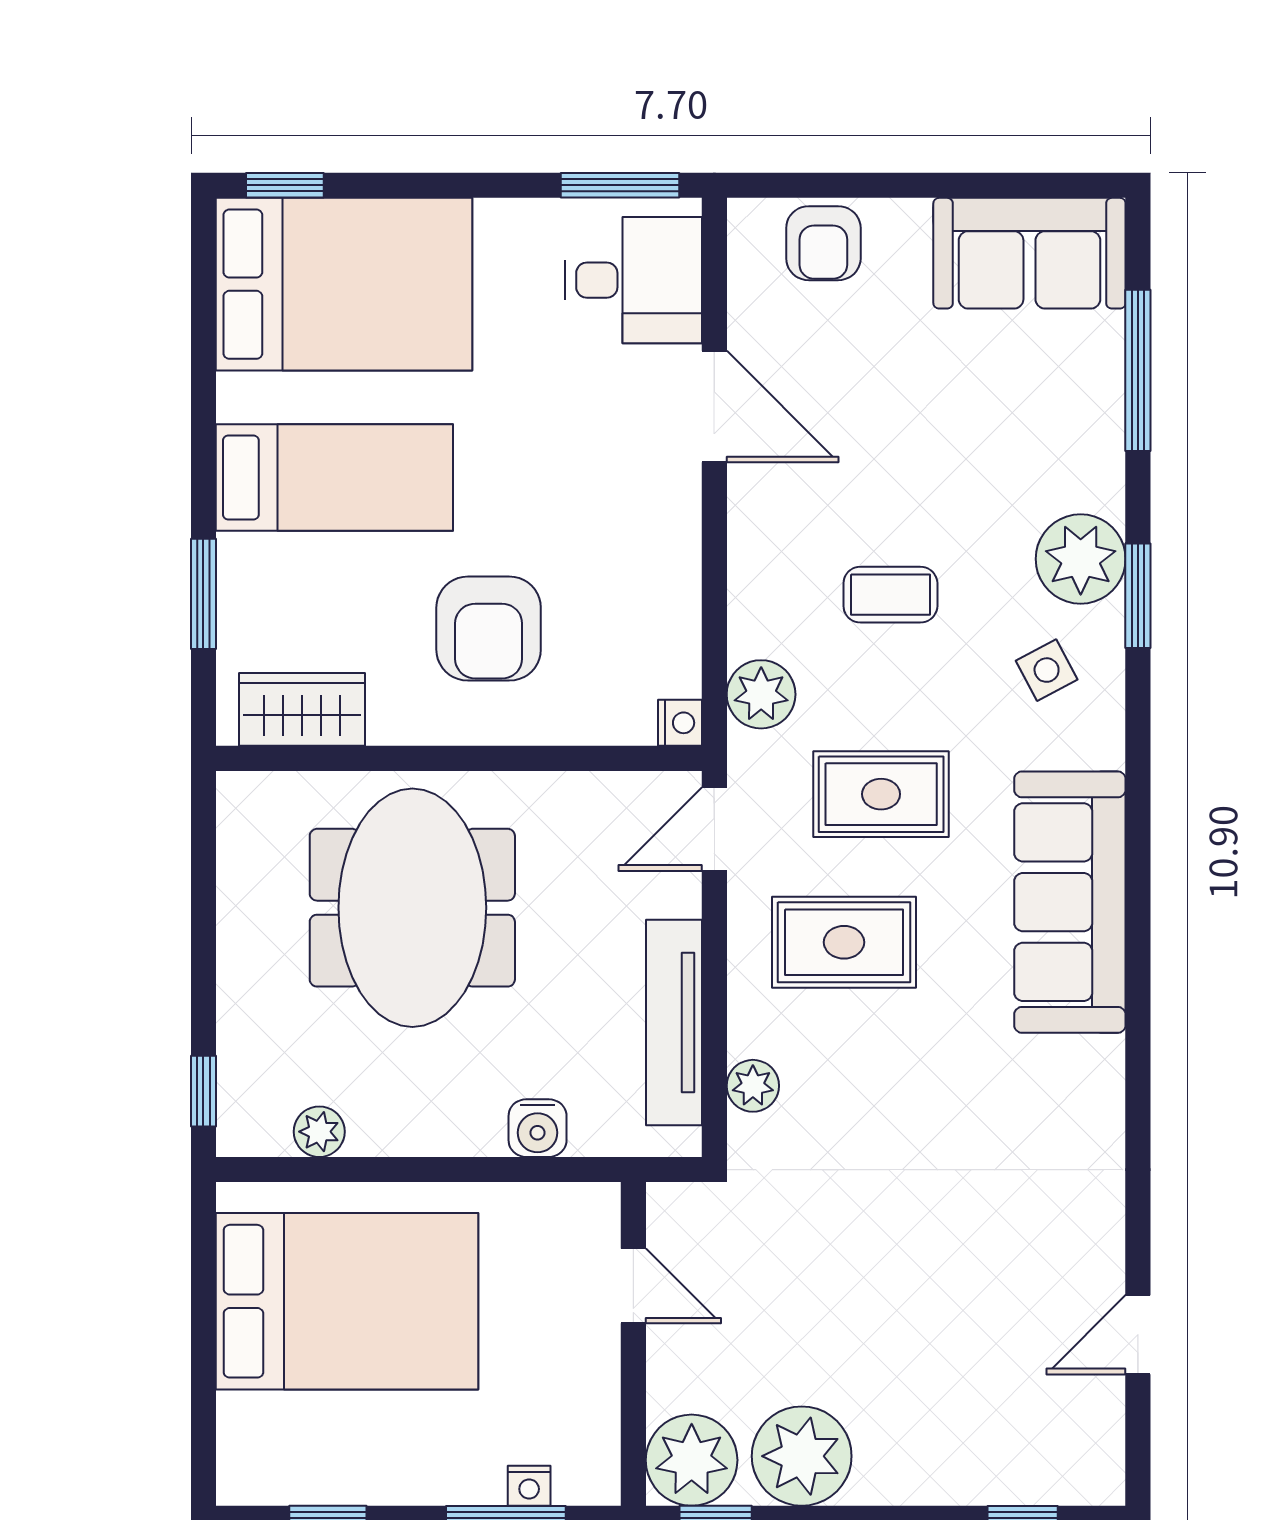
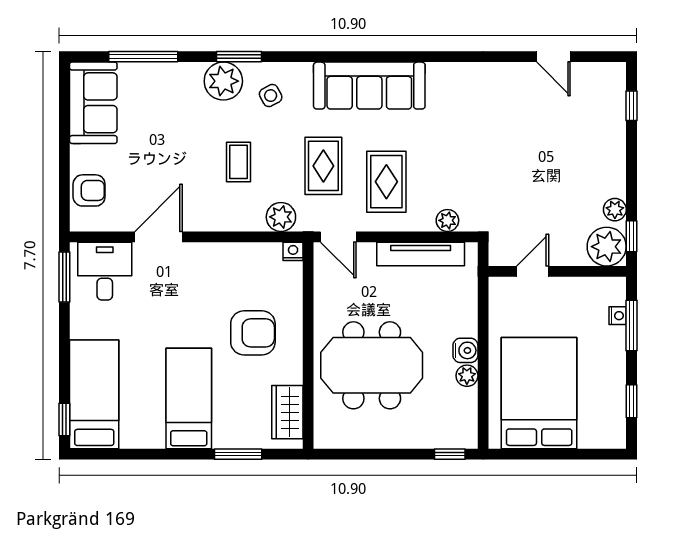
bed: (344, 284) -> (94, 394), width x0.67
water cooler: (538, 1128) -> (465, 350), moved
plant: (319, 1132) -> (467, 376), moved
plant: (802, 1456) -> (615, 210), width x0.53, depth x0.53

